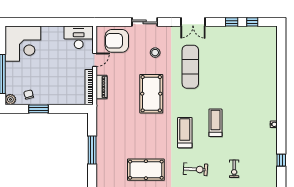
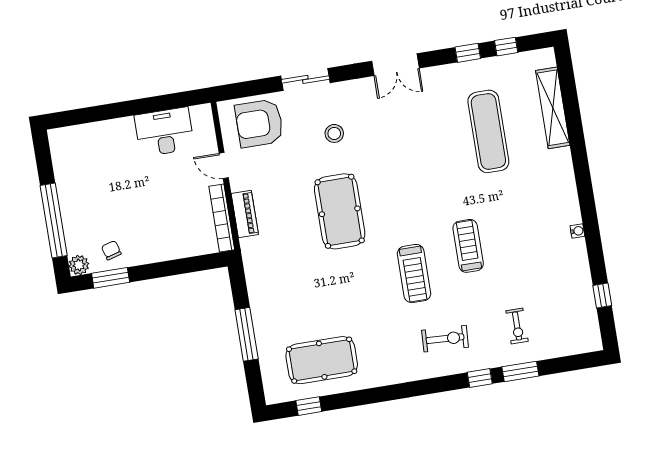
desk: (79, 37) -> (164, 132), moved
corner desk: (23, 44) -> (85, 157), removed
shelving: (271, 58) -> (553, 108), added
door: (95, 60) -> (224, 165), swing flipped
exercise mat: (190, 67) -> (488, 131), moved
window: (38, 109) -> (111, 278), moved
treadmill: (185, 133) -> (414, 274), turned 180
pool table: (146, 170) -> (322, 360), moved

